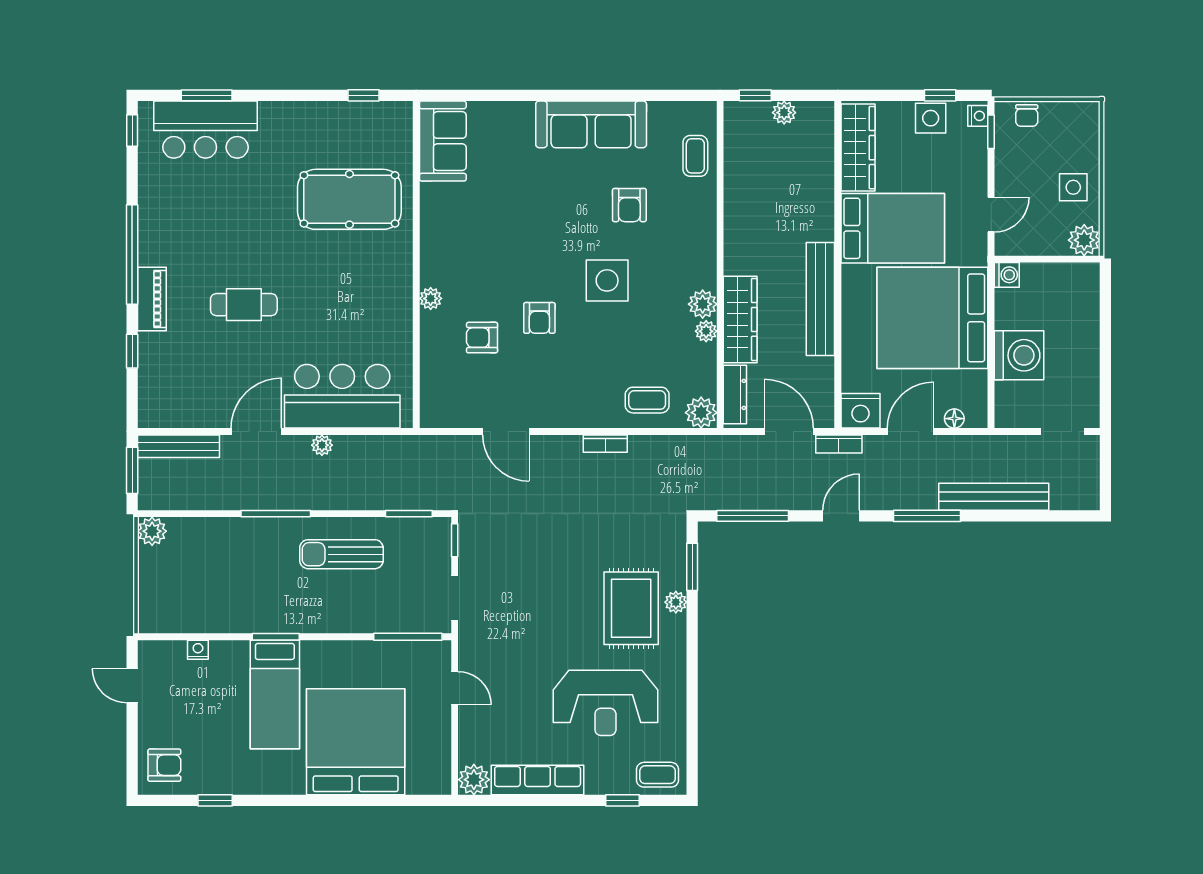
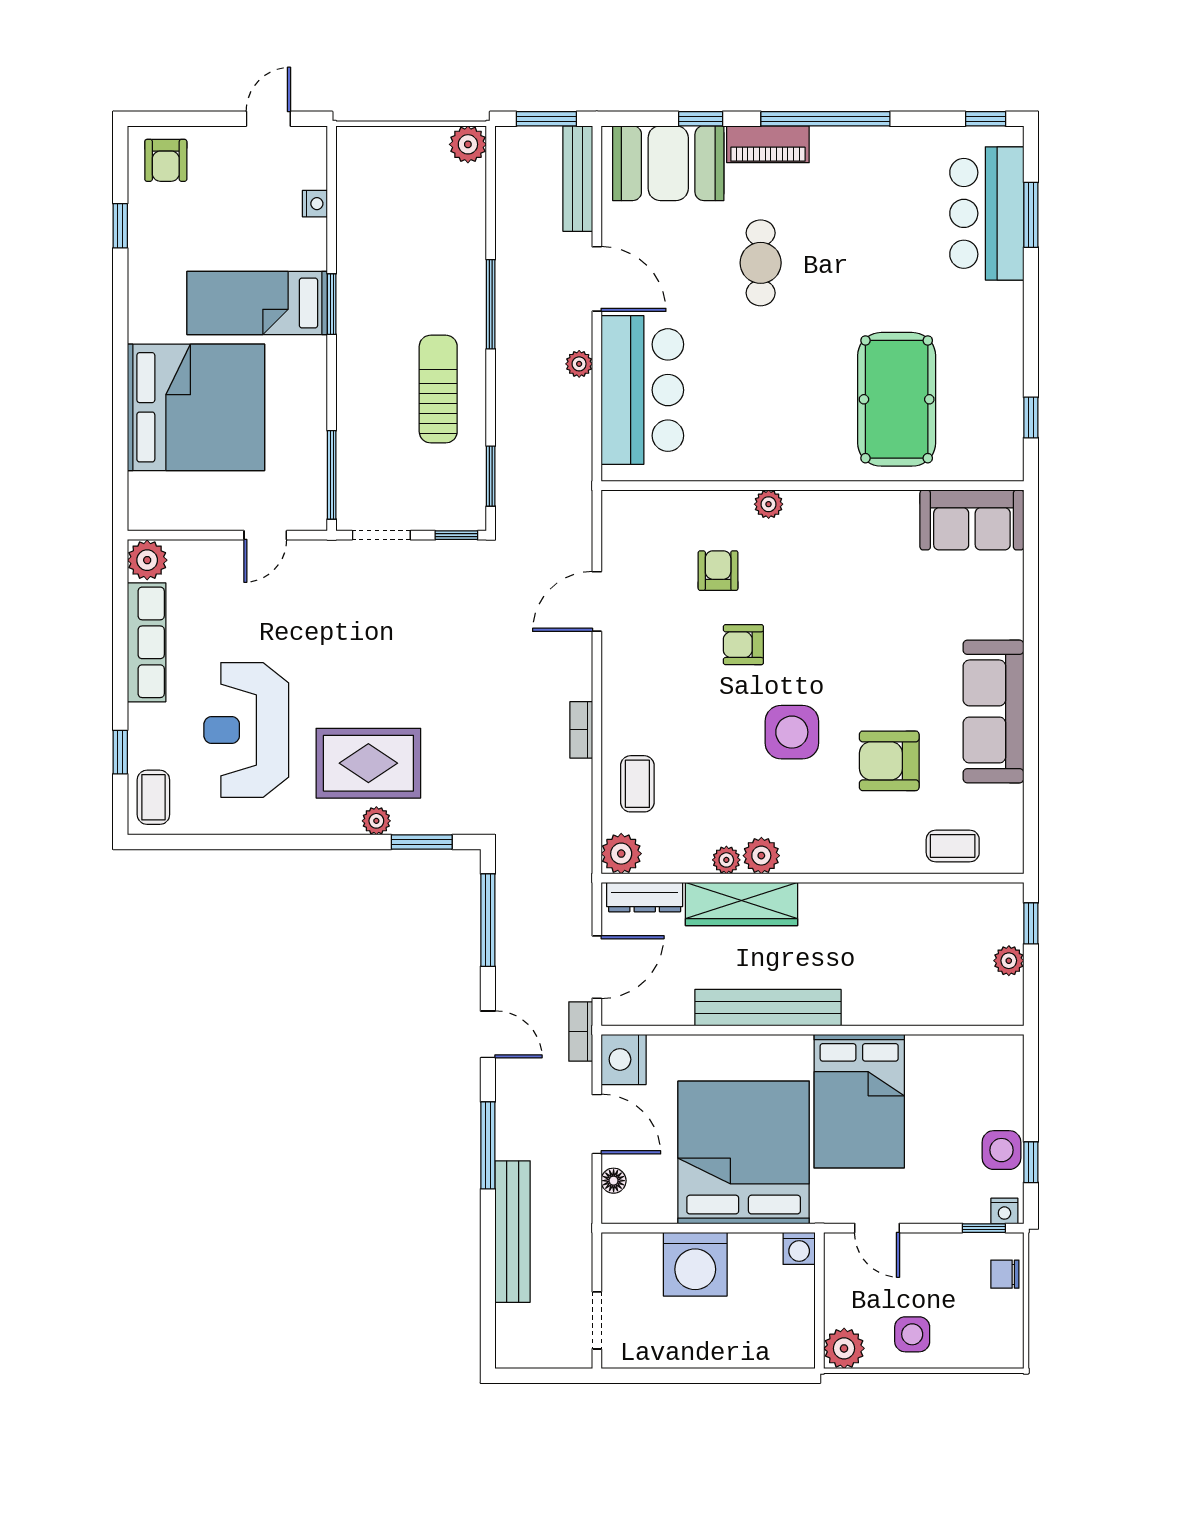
wardrobe: (858, 148) -> (963, 1056), removed
armchair: (629, 205) -> (889, 761), width x1.38, depth x1.38
booth: (167, 376) -> (668, 163), added

